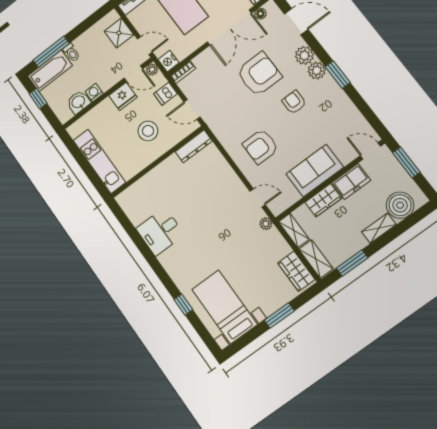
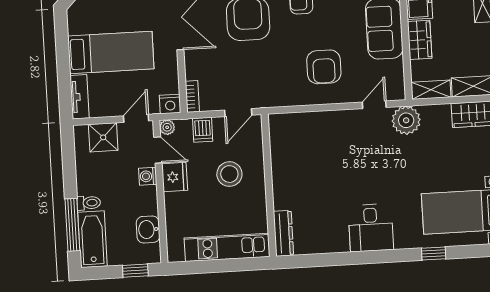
door: (133, 74) -> (158, 150), hinge flipped
washing machine: (94, 93) -> (148, 176), moved
window: (38, 99) -> (135, 271), moved
dresser: (194, 146) -> (283, 233), moved
plant: (266, 224) -> (406, 120), width x1.87, depth x1.87
desk: (160, 232) -> (371, 228), moved

